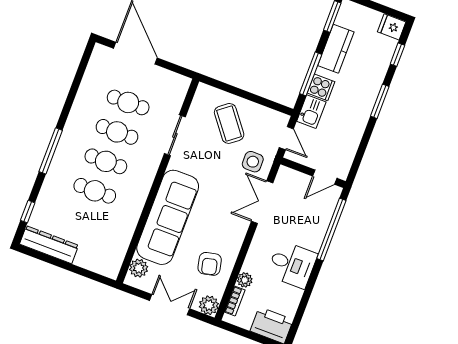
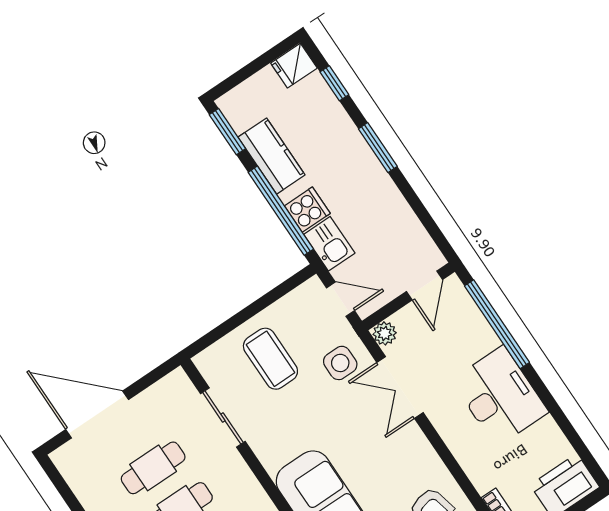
window: (311, 74) -> (281, 211), width x1.46
coffee table: (229, 123) -> (270, 359), turned 38
sliding door: (175, 135) -> (223, 417), moved
desk: (292, 264) -> (500, 396), width x1.37
plant: (245, 280) -> (385, 333), moved

